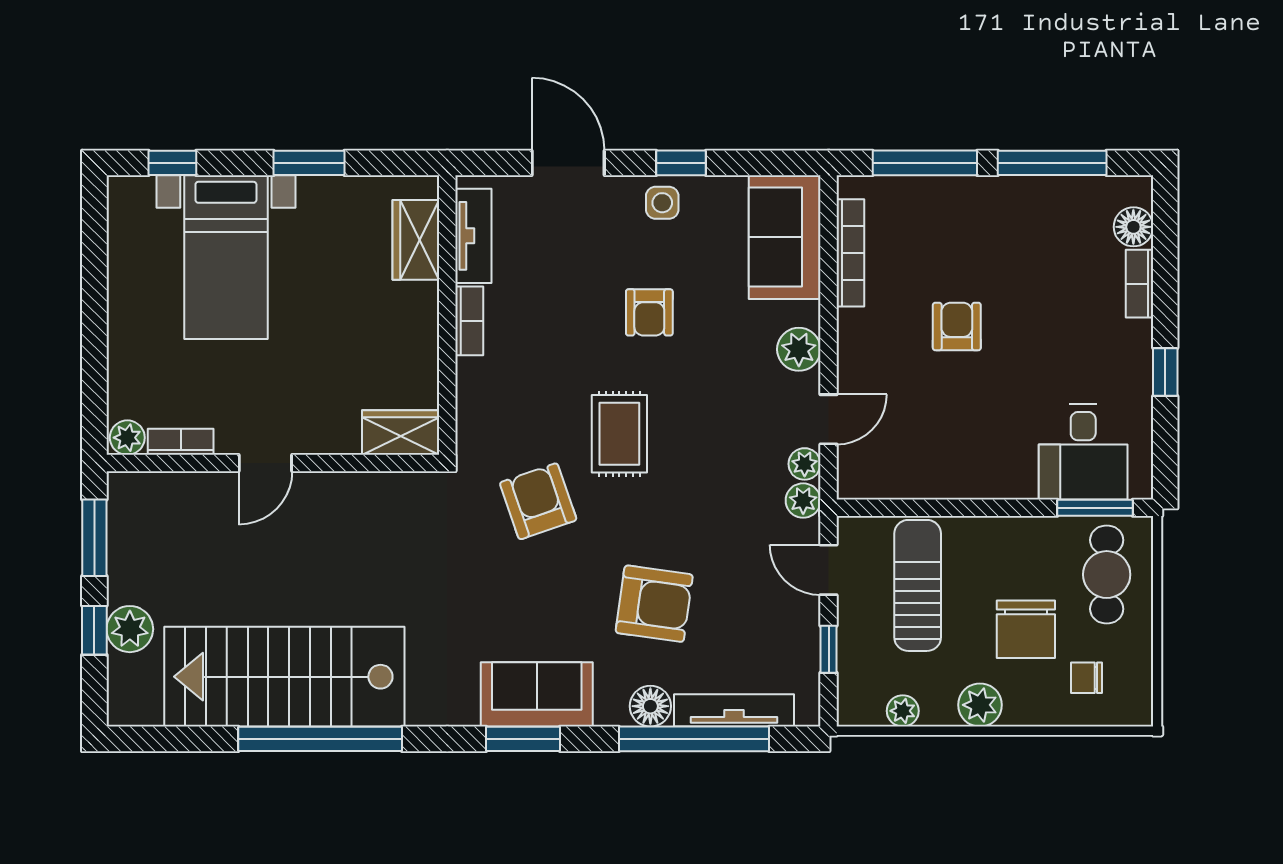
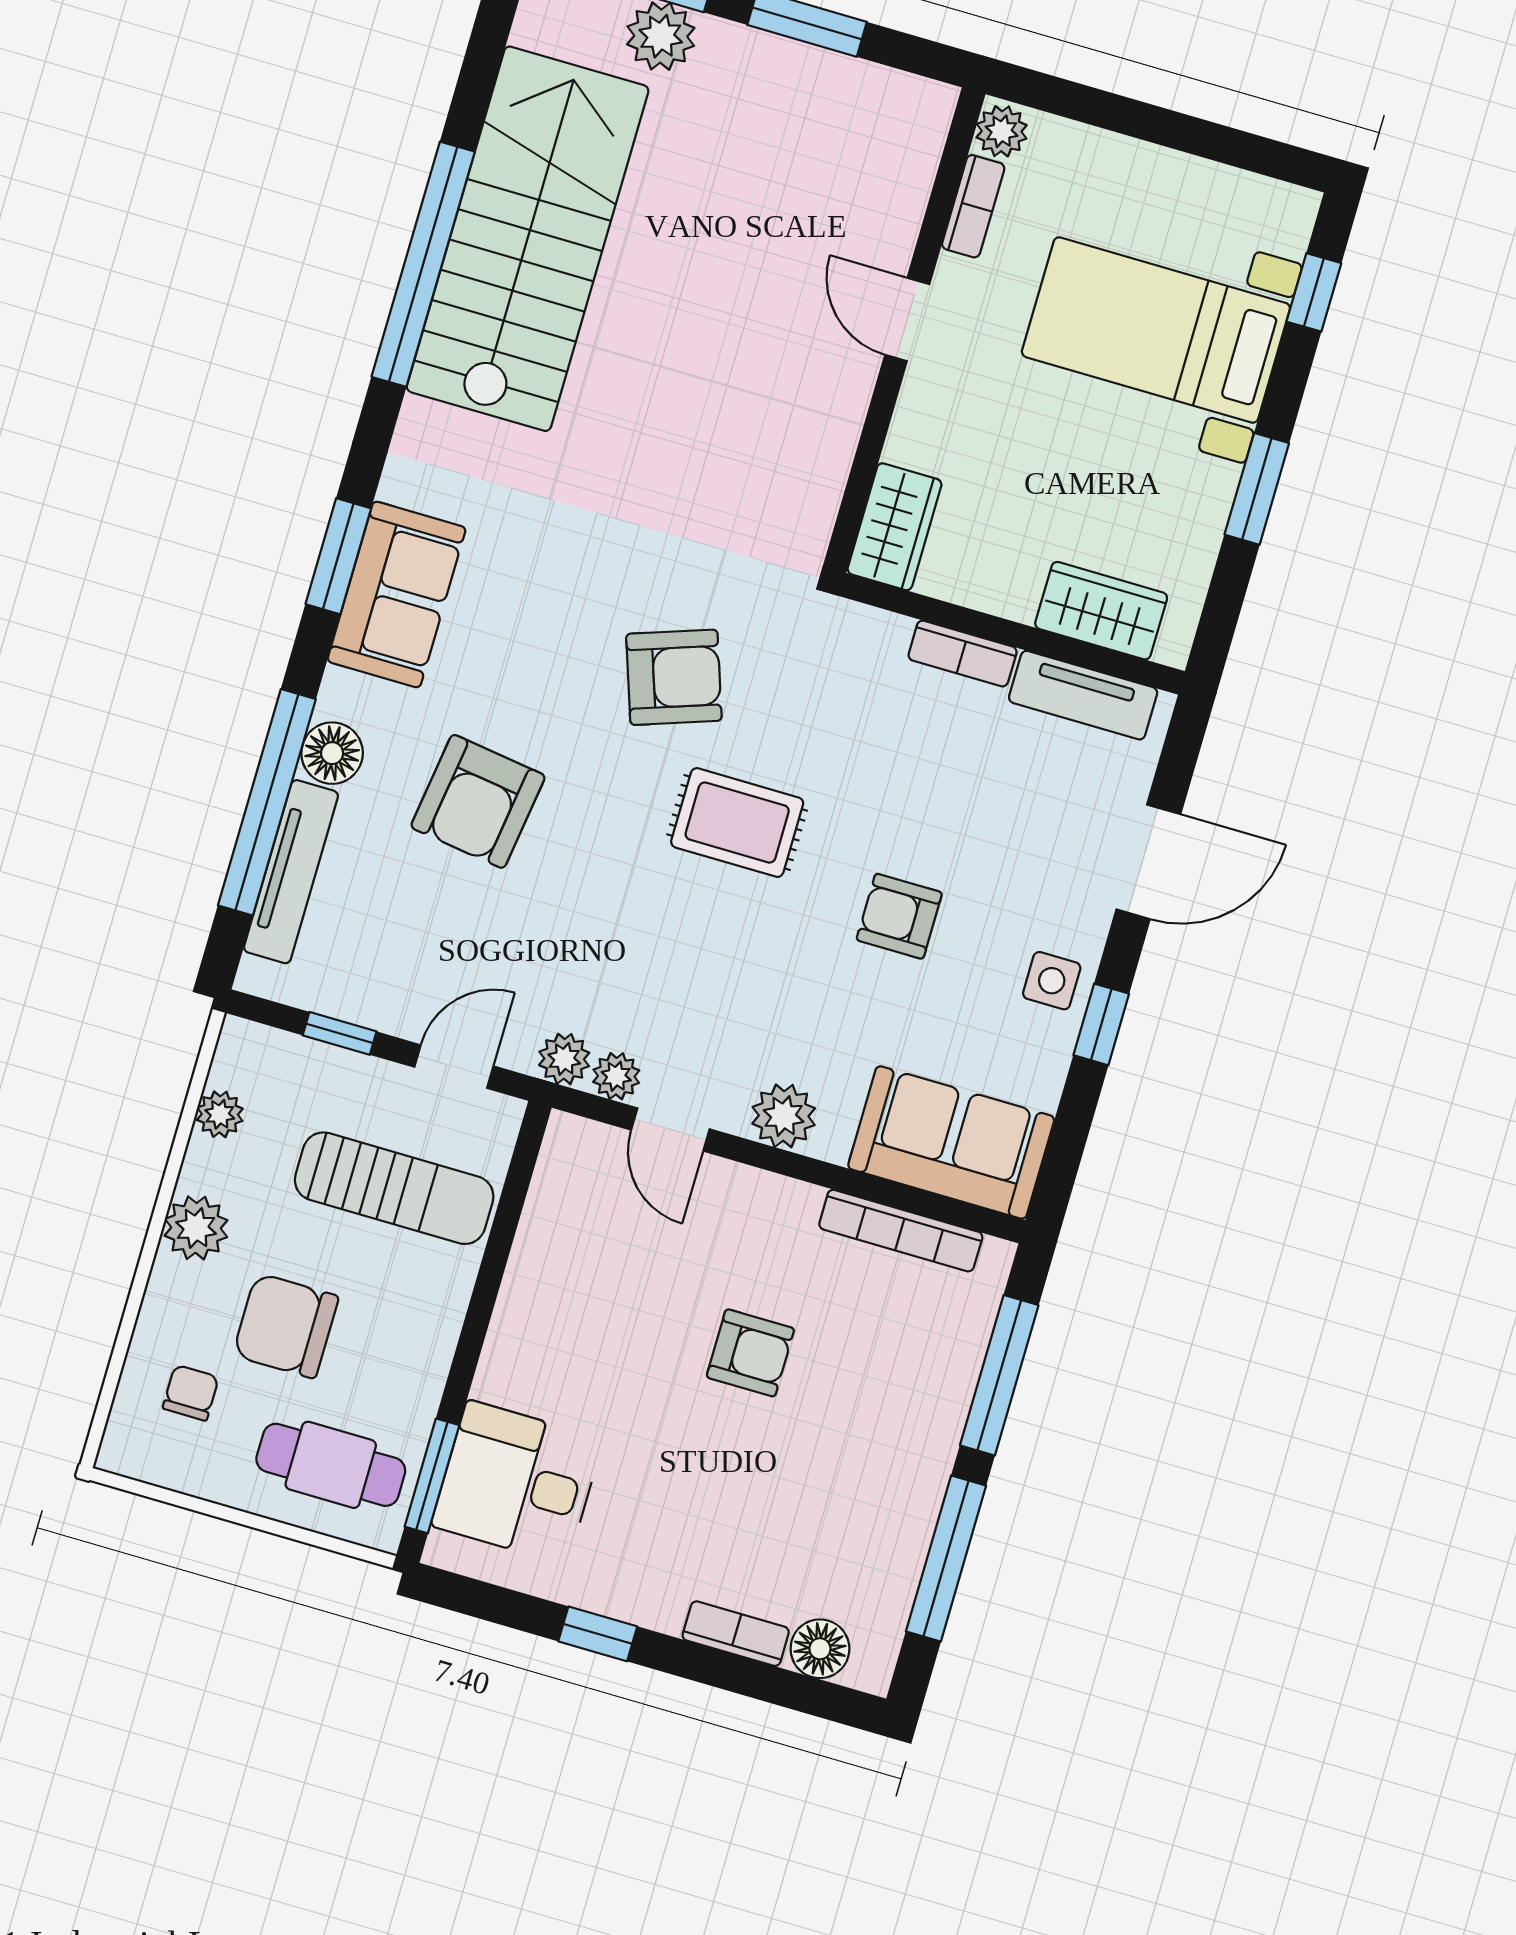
wardrobe: (401, 433) -> (895, 527), moved
plant: (127, 438) -> (1002, 131), moved
bookcase: (181, 442) -> (973, 206), moved
door: (265, 463) -> (907, 319), moved
wall: (273, 463) -> (904, 330), moved

